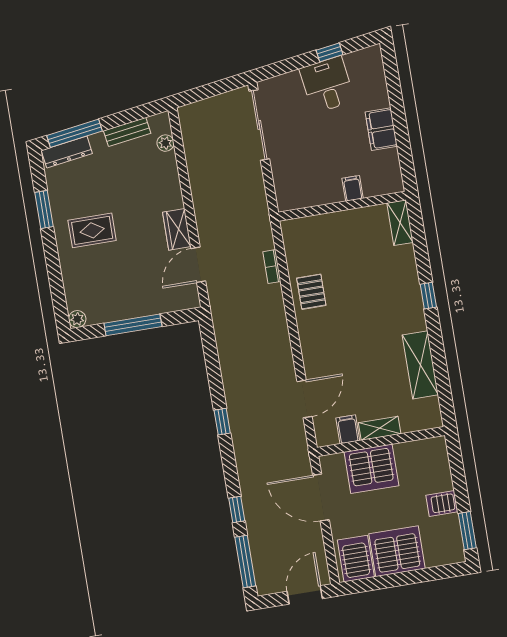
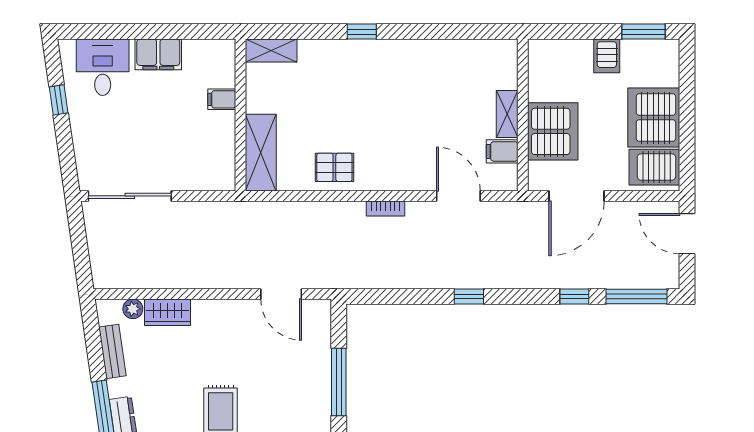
desk: (327, 85) -> (103, 67), moved, turned 98
wardrobe: (177, 229) -> (168, 312), moved
bookcase: (272, 267) -> (385, 209), moved
shelving: (420, 365) -> (261, 153), moved, turned 90

